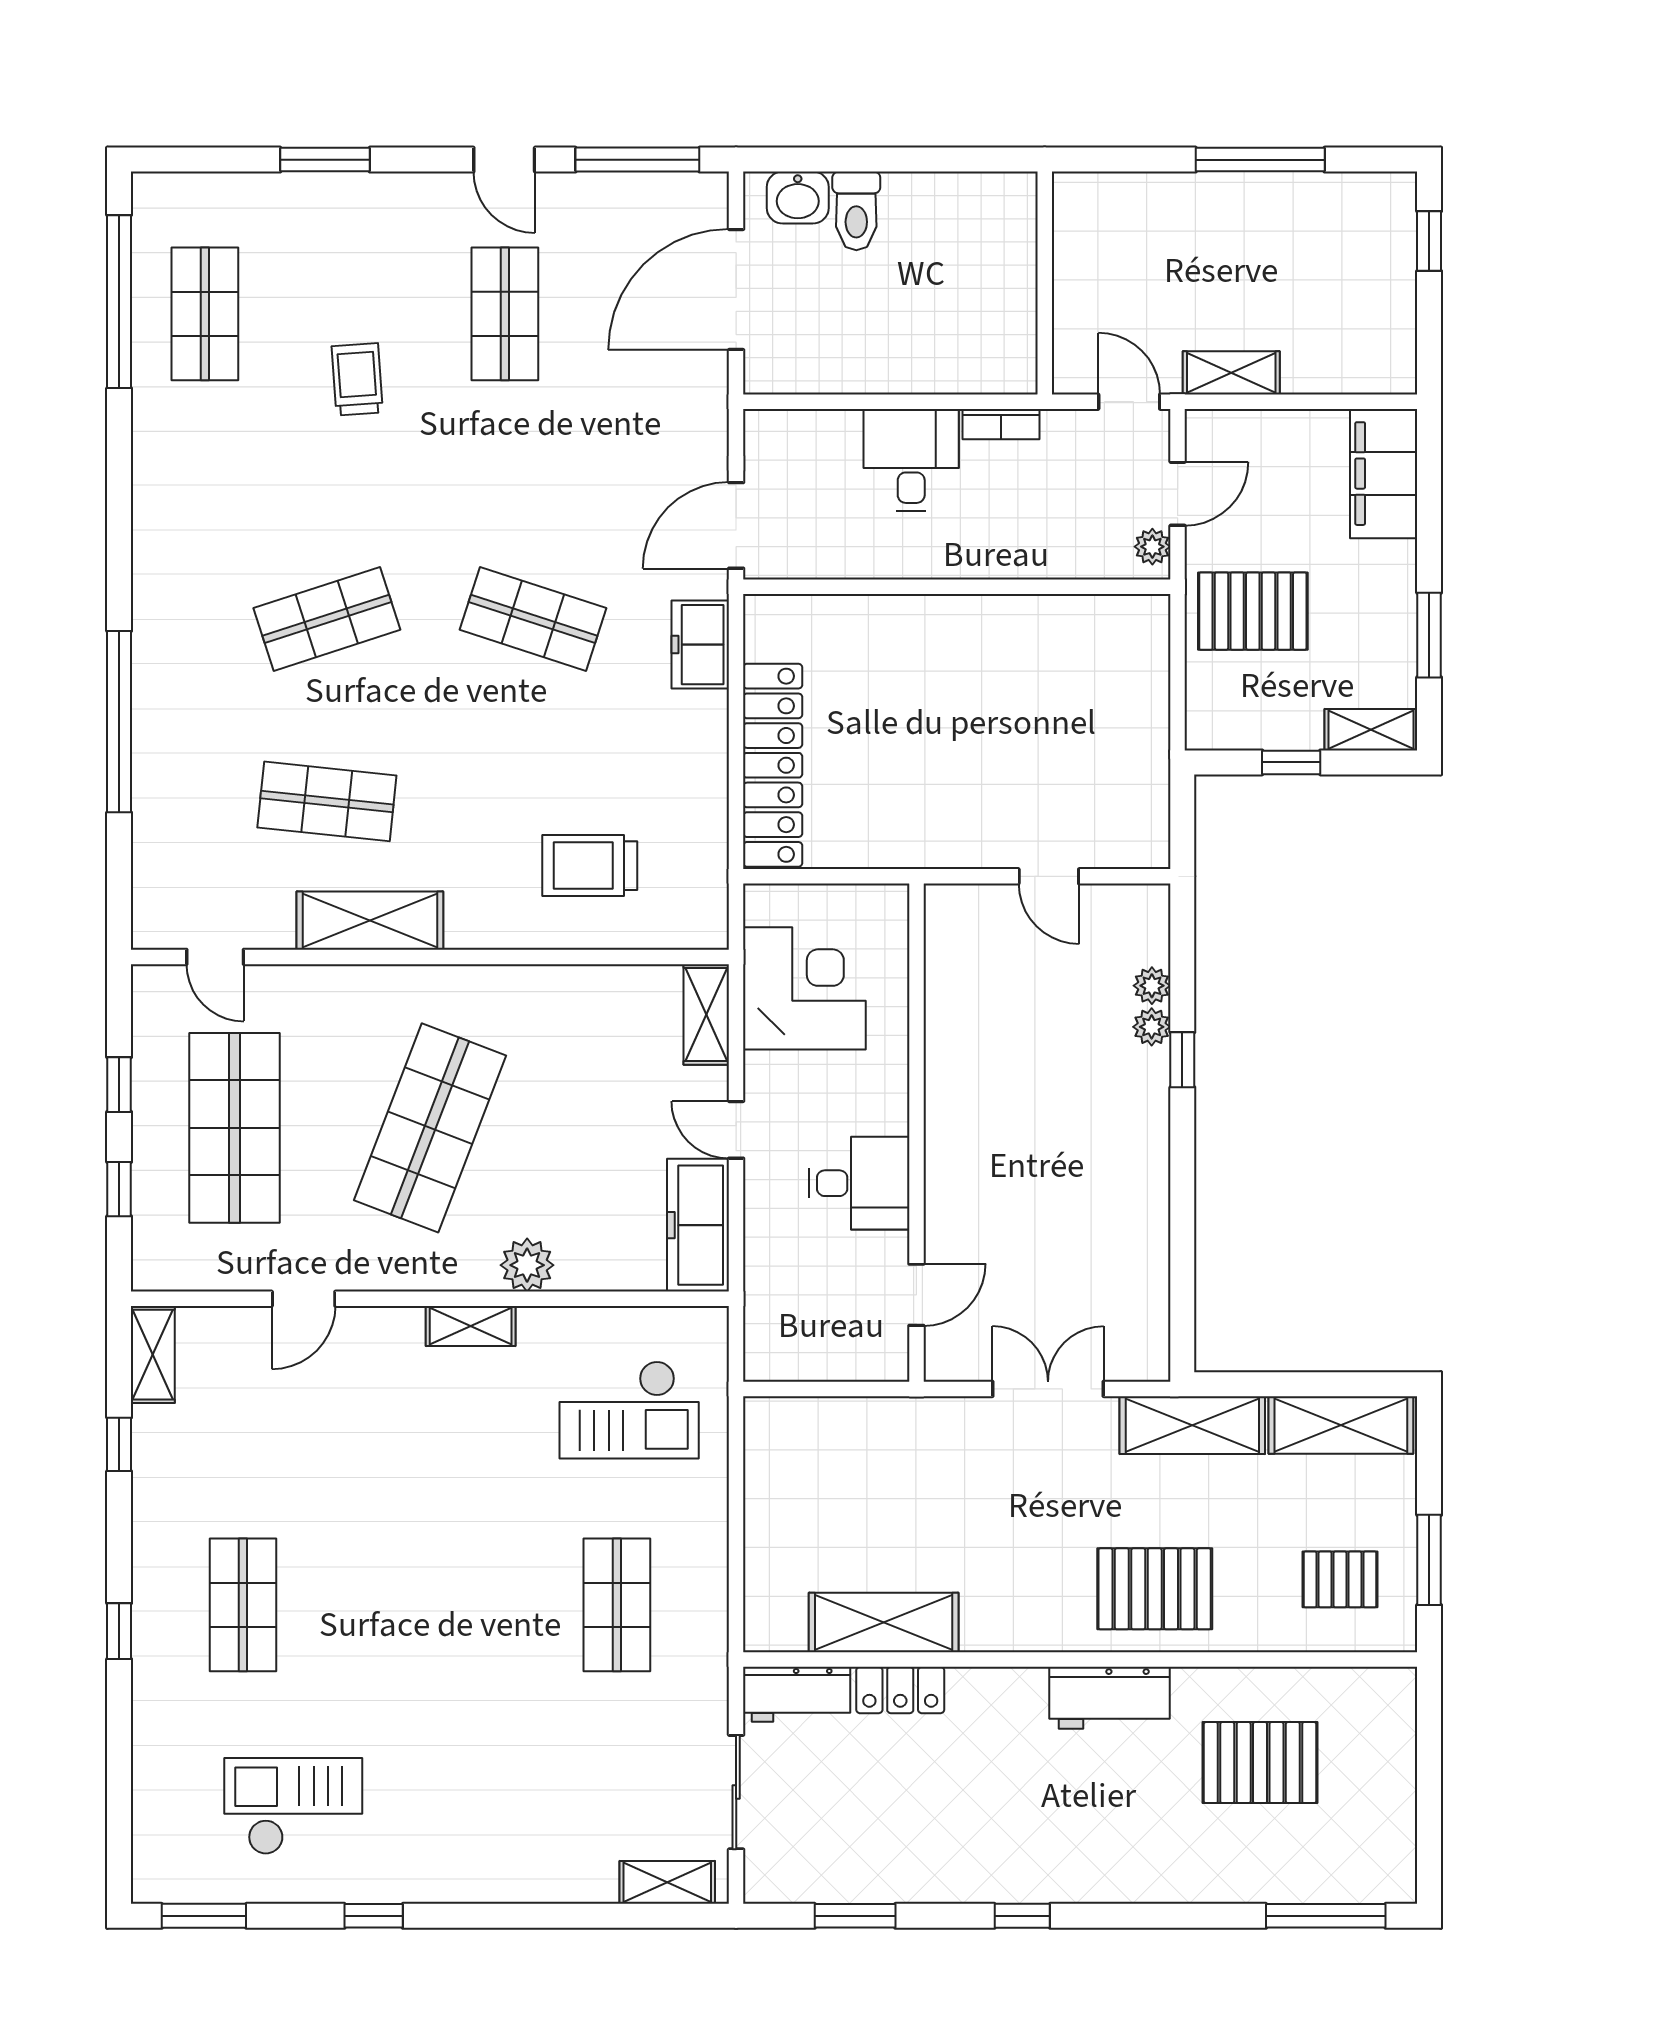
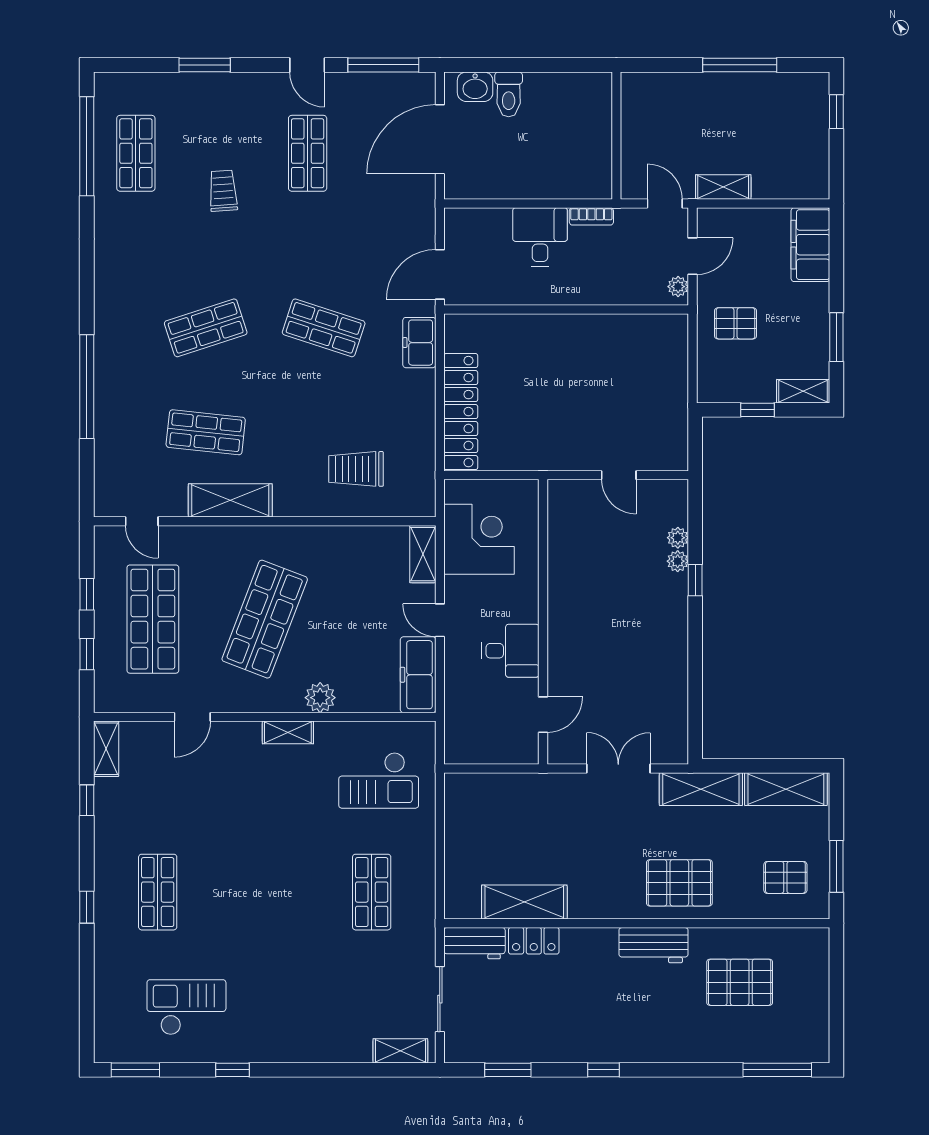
pallet: (1253, 611) -> (736, 323), width x0.67, depth x0.71

